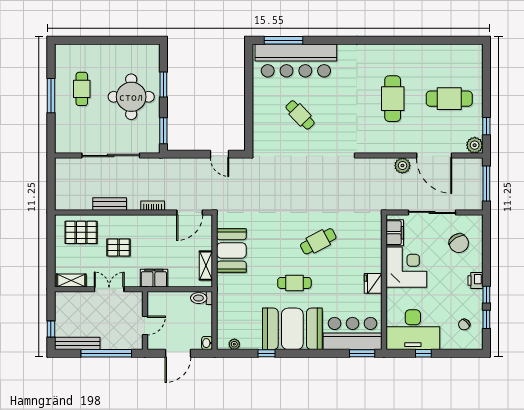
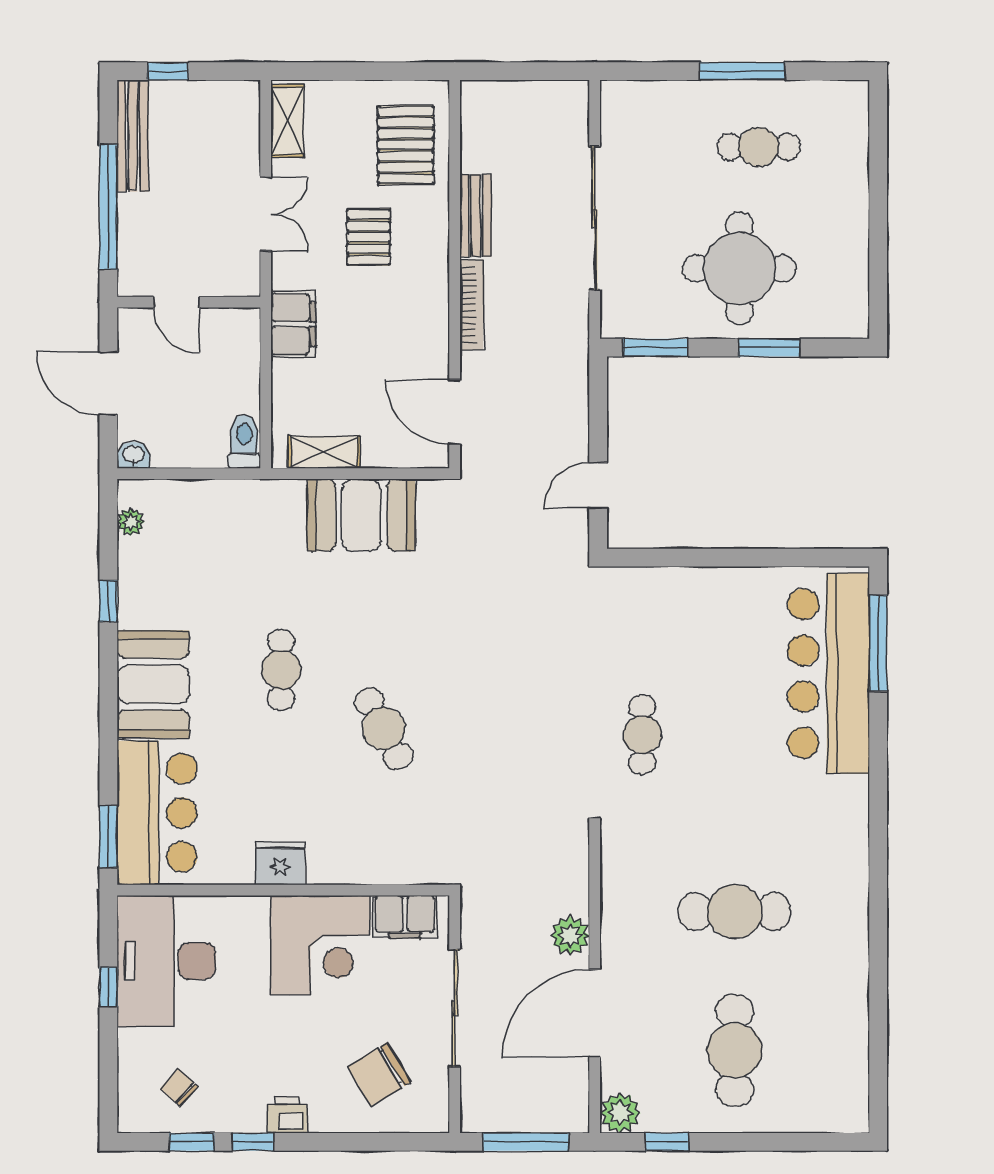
cafe table: (300, 115) -> (642, 735), moved, turned -46
bookcase: (153, 206) -> (472, 305), width x1.56
booth: (292, 329) -> (153, 684), width x0.73, depth x0.70

